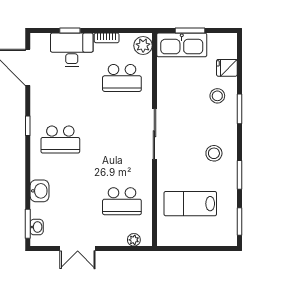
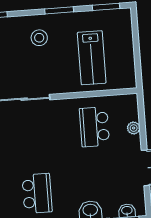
school desk: (122, 201) -> (94, 127), turned 180
plant: (134, 240) -> (134, 128), moved

